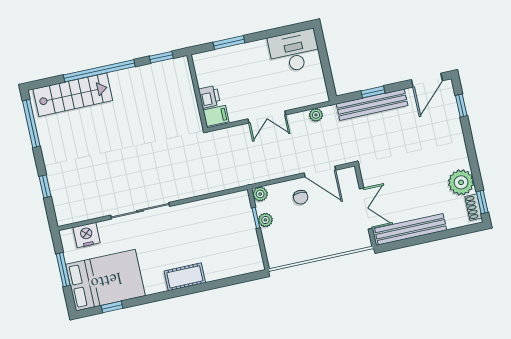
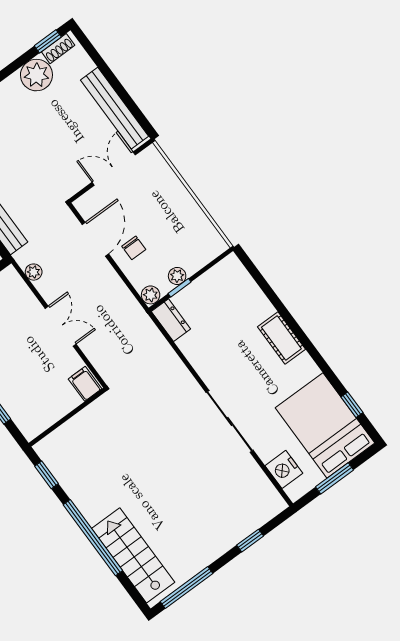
printer: (209, 97) -> (67, 401), removed
chair: (301, 197) -> (134, 248), turned 90
dresser: (235, 201) -> (171, 320), added

